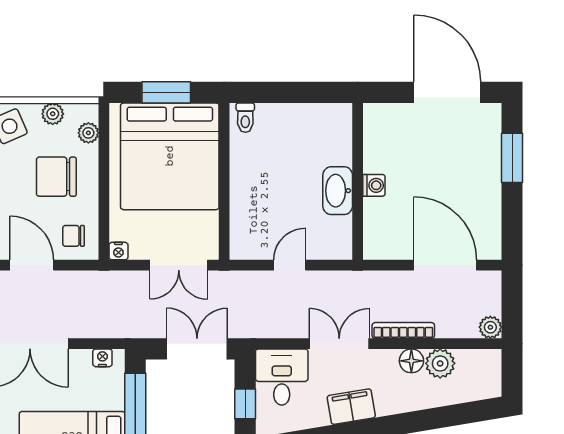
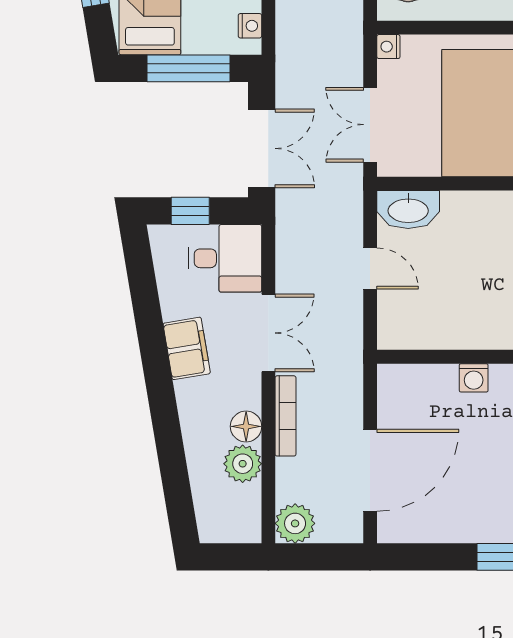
washbasin: (338, 191) -> (408, 210), moved, turned 180
plant: (490, 327) -> (295, 523), width x1.38, depth x1.38

